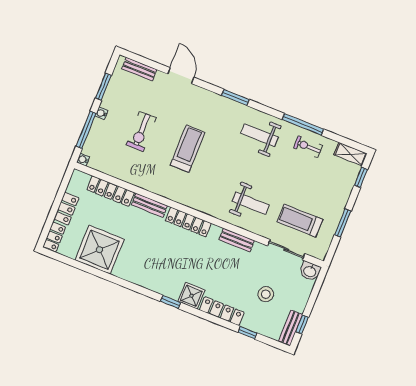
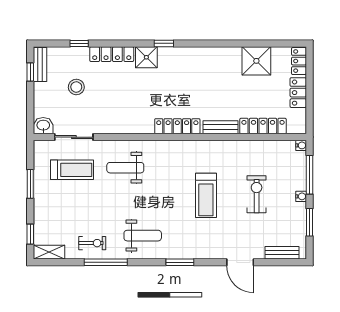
bench: (237, 240) -> (124, 127), removed
shower: (100, 250) -> (256, 61), width x0.73, depth x0.73

